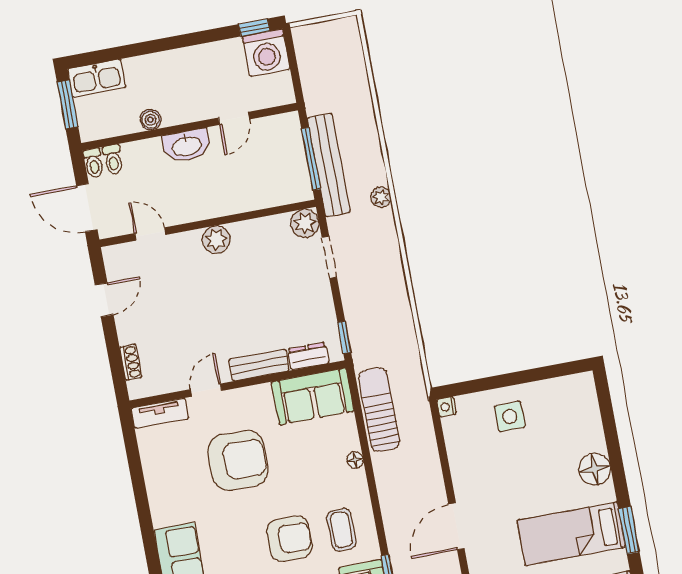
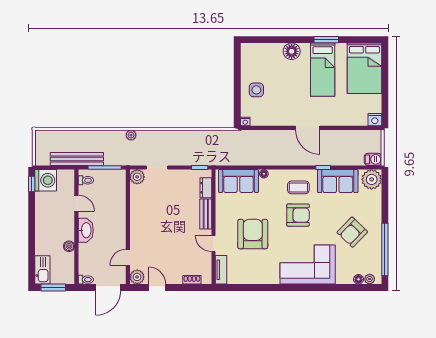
toilet: (113, 160) -> (86, 180), moved
bench: (329, 165) -> (77, 159), moved
plant: (216, 240) -> (137, 277), moved
sofa: (313, 396) -> (239, 181), moved, turned 90
sun lounger: (379, 410) -> (240, 156), removed
armchair: (289, 539) -> (298, 215), turned 90

